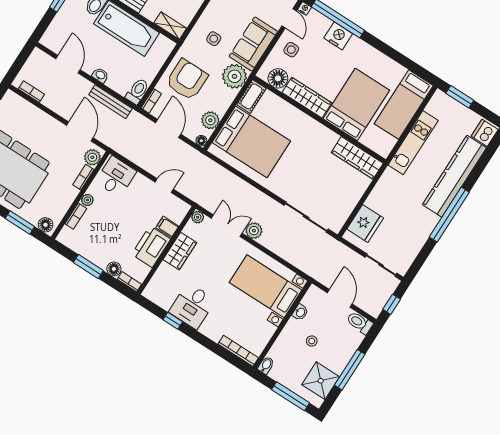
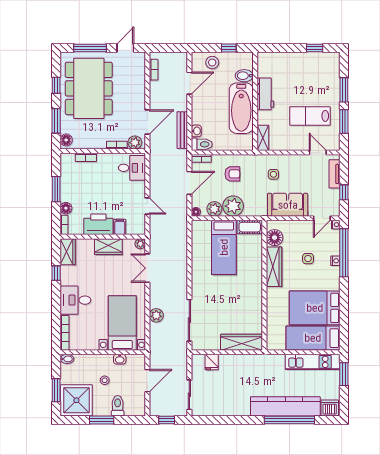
stool: (62, 28) -> (212, 63), added
nightstand: (338, 36) -> (335, 261), width x0.53, depth x0.56
side table: (291, 50) -> (308, 259), moved
washbasin: (100, 75) -> (196, 131), moved
plant: (235, 76) -> (233, 206), moved
armchair: (187, 80) -> (232, 174), width x0.53, depth x0.53
bed: (356, 104) -> (315, 308), moved, turned 180
bed: (251, 142) -> (224, 247), width x0.67
kitchen unit: (413, 143) -> (313, 362), moved
wardrobe: (357, 158) -> (242, 342), moved, turned 90
plant: (87, 200) -> (103, 158), removed
window: (449, 215) -> (289, 420), moved
fridge: (365, 224) -> (212, 362), width x0.53, depth x0.75
double door: (227, 226) -> (147, 268), swing flipped
plant: (254, 231) -> (156, 315), moved
wardrobe: (159, 295) -> (68, 252), added
desk: (192, 306) -> (75, 300), moved
toilet: (360, 323) -> (118, 406), moved
window: (350, 370) -> (102, 420), width x0.69
shower: (321, 381) -> (76, 400), width x1.37, depth x1.37
window: (290, 396) -> (56, 390), width x0.69

